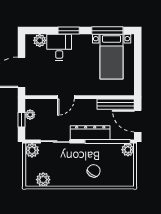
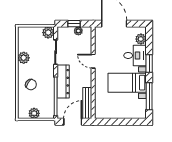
bed with nightstands: (112, 57) -> (127, 83), moved
plant: (128, 150) -> (34, 113), moved
plant: (43, 180) -> (24, 58), moved

